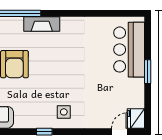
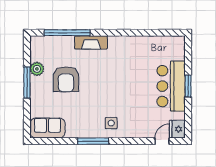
bar counter: (129, 50) -> (171, 86), moved
window: (44, 132) -> (93, 141), width x2.17

